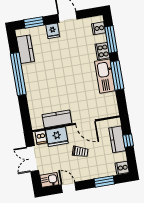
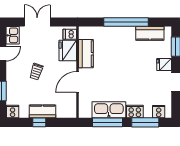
kitchen counter: (57, 119) -> (86, 54), moved
door: (85, 122) -> (78, 82), moved
wall: (76, 124) -> (78, 72), moved
dishwasher: (41, 137) -> (70, 34), moved
fridge: (57, 137) -> (68, 51), moved

